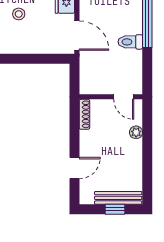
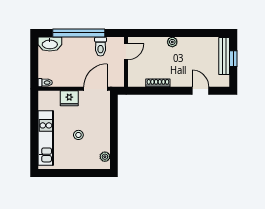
wall: (111, 97) -> (126, 62), moved
door: (124, 97) -> (126, 52), moved

